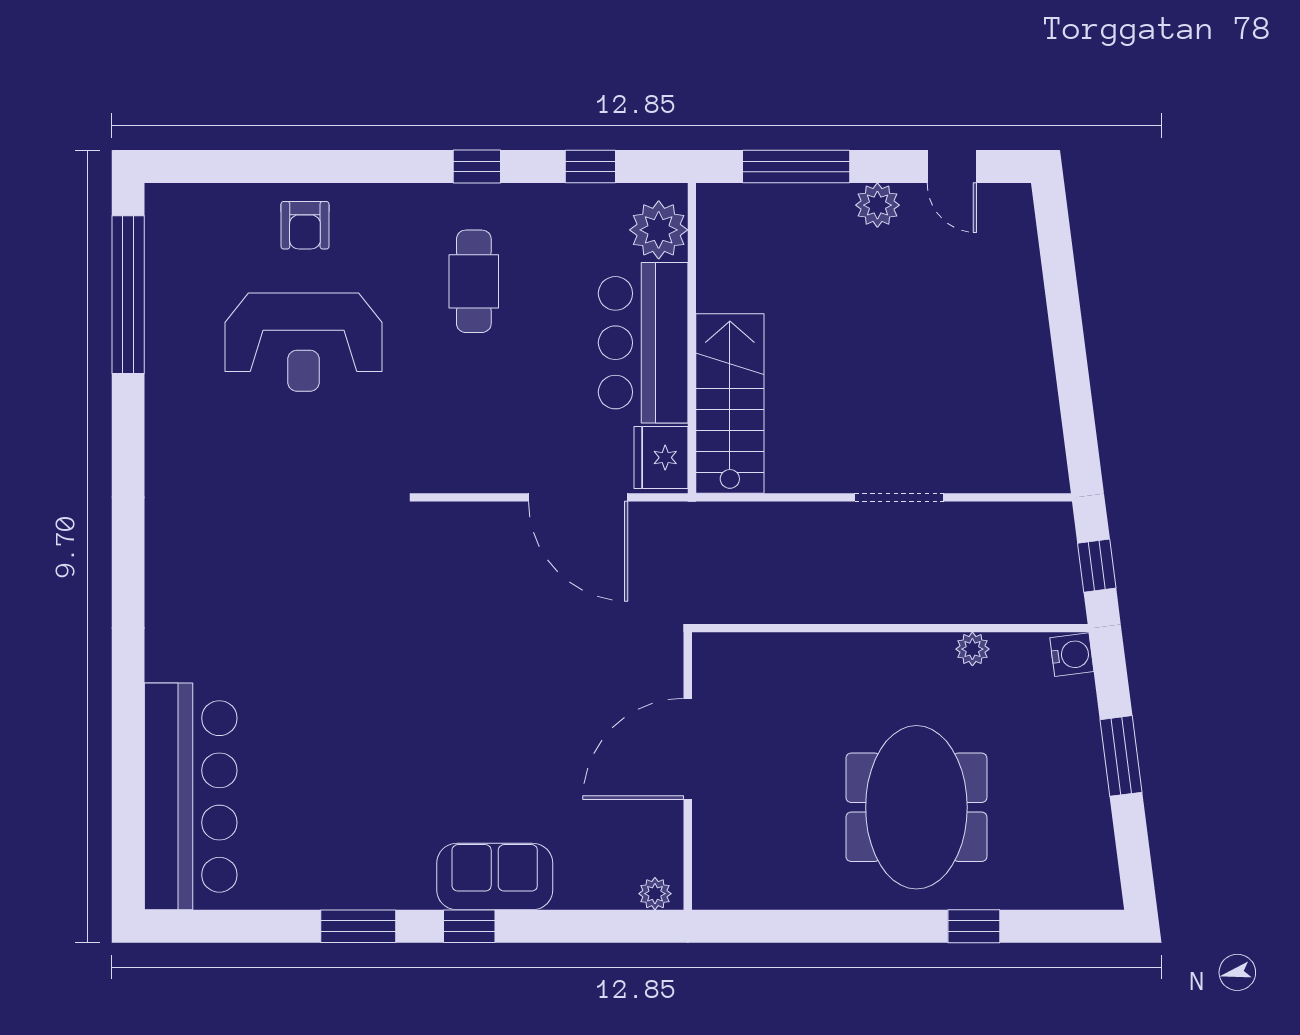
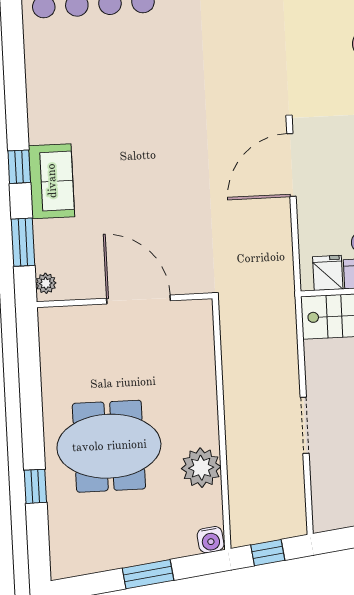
fridge: (661, 458) -> (328, 273), width x0.72
door: (578, 497) -> (291, 165), moved
plant: (972, 649) -> (201, 468), width x1.88, depth x1.88
window: (358, 926) -> (23, 242), moved

